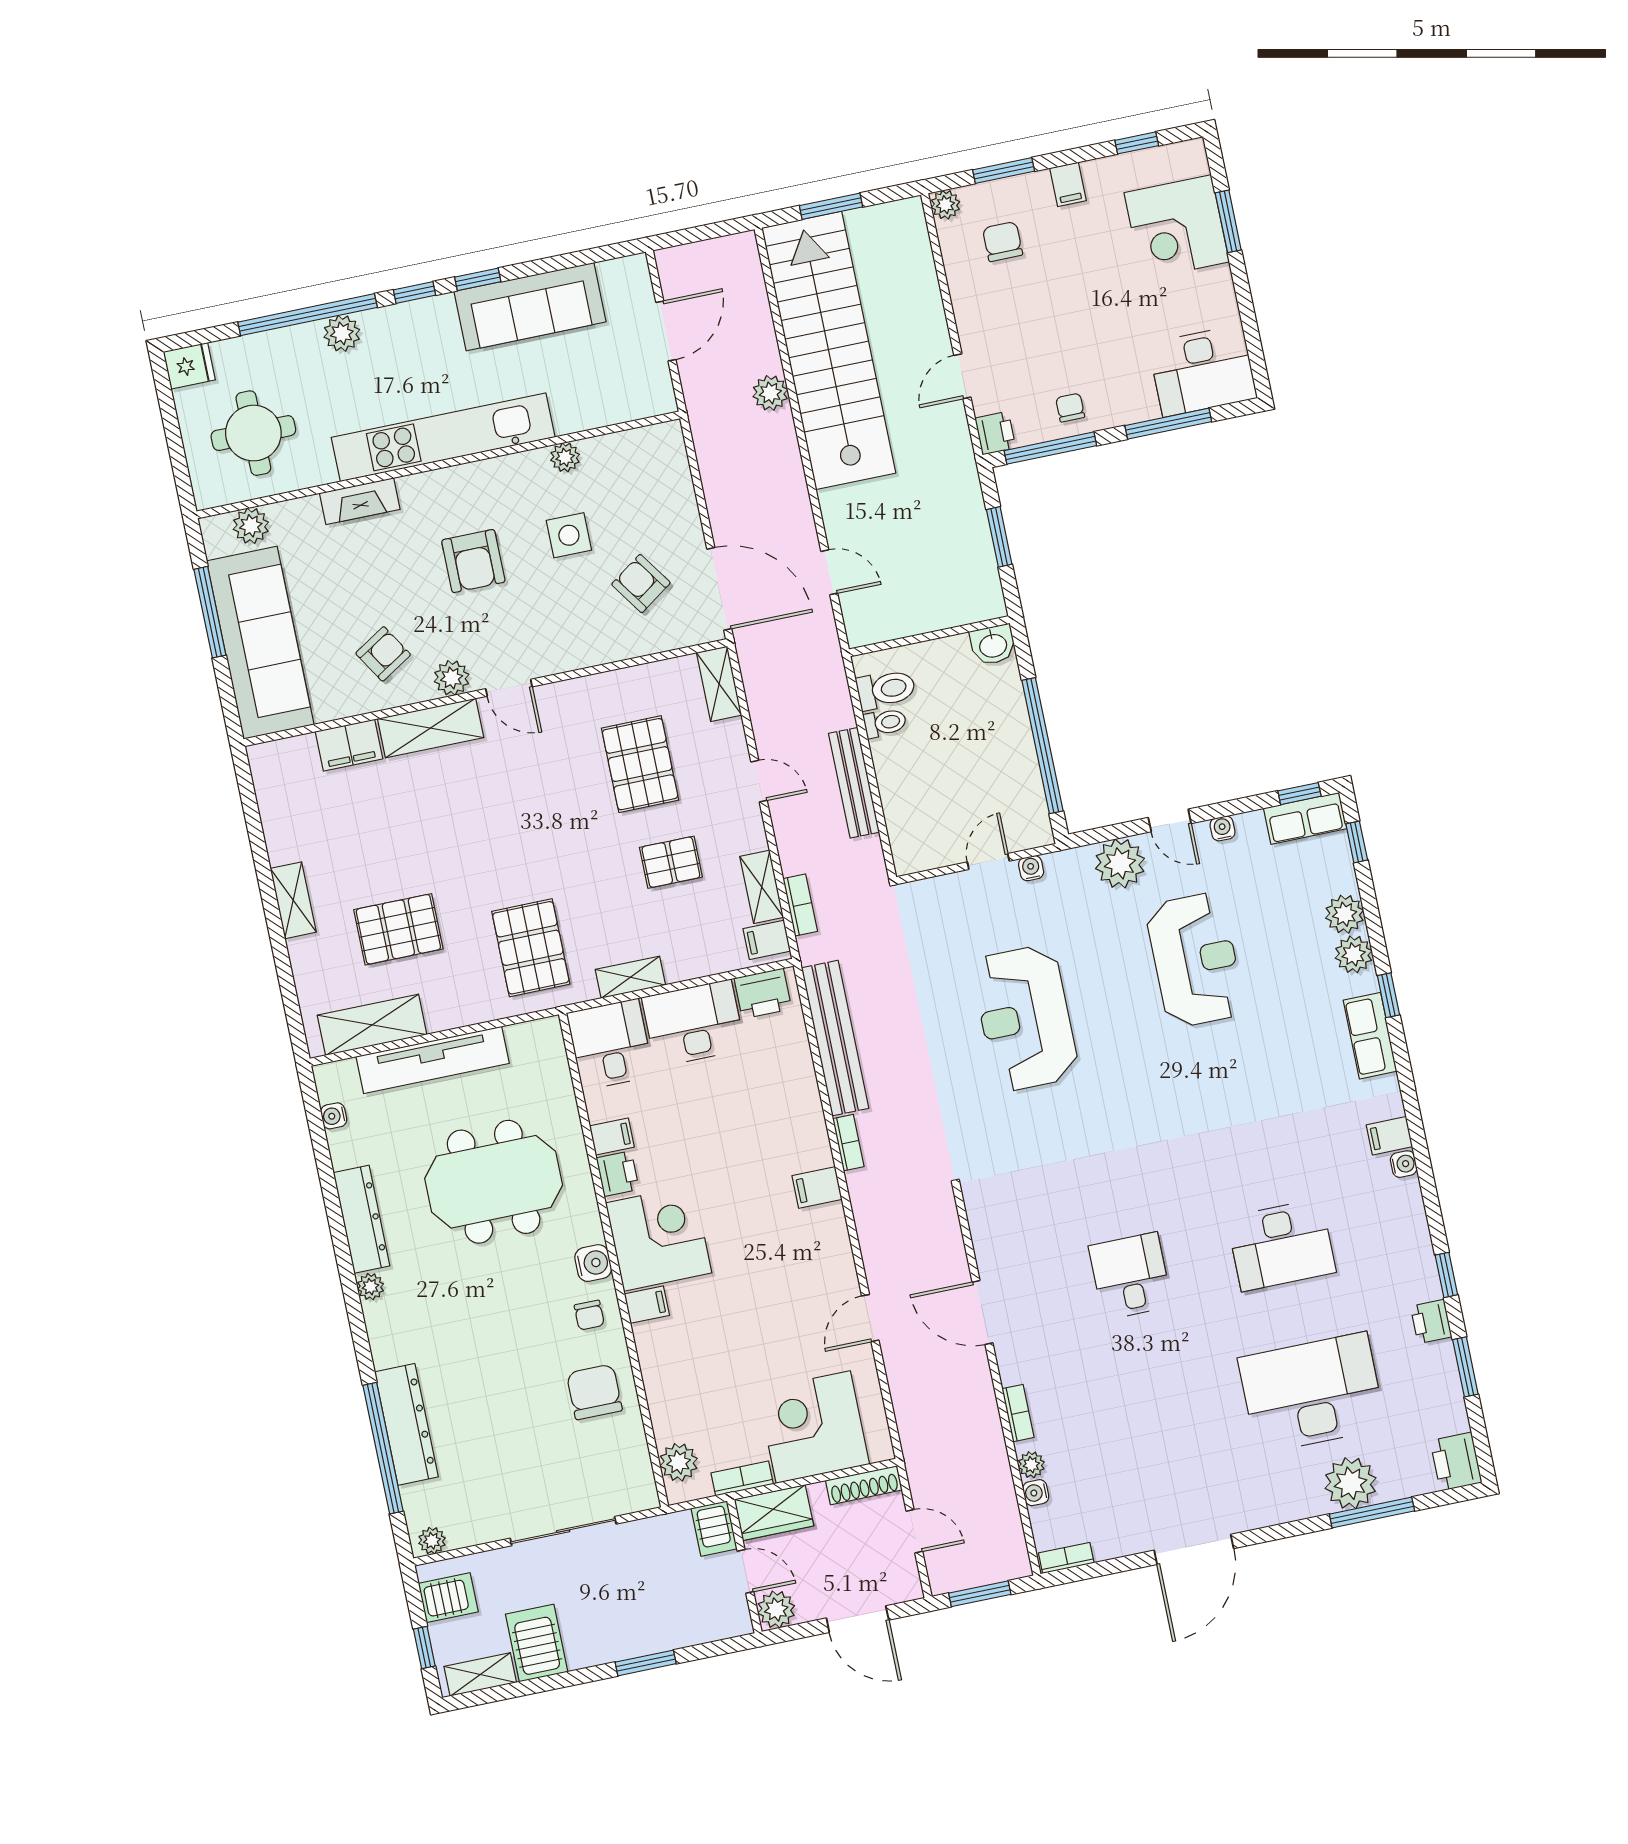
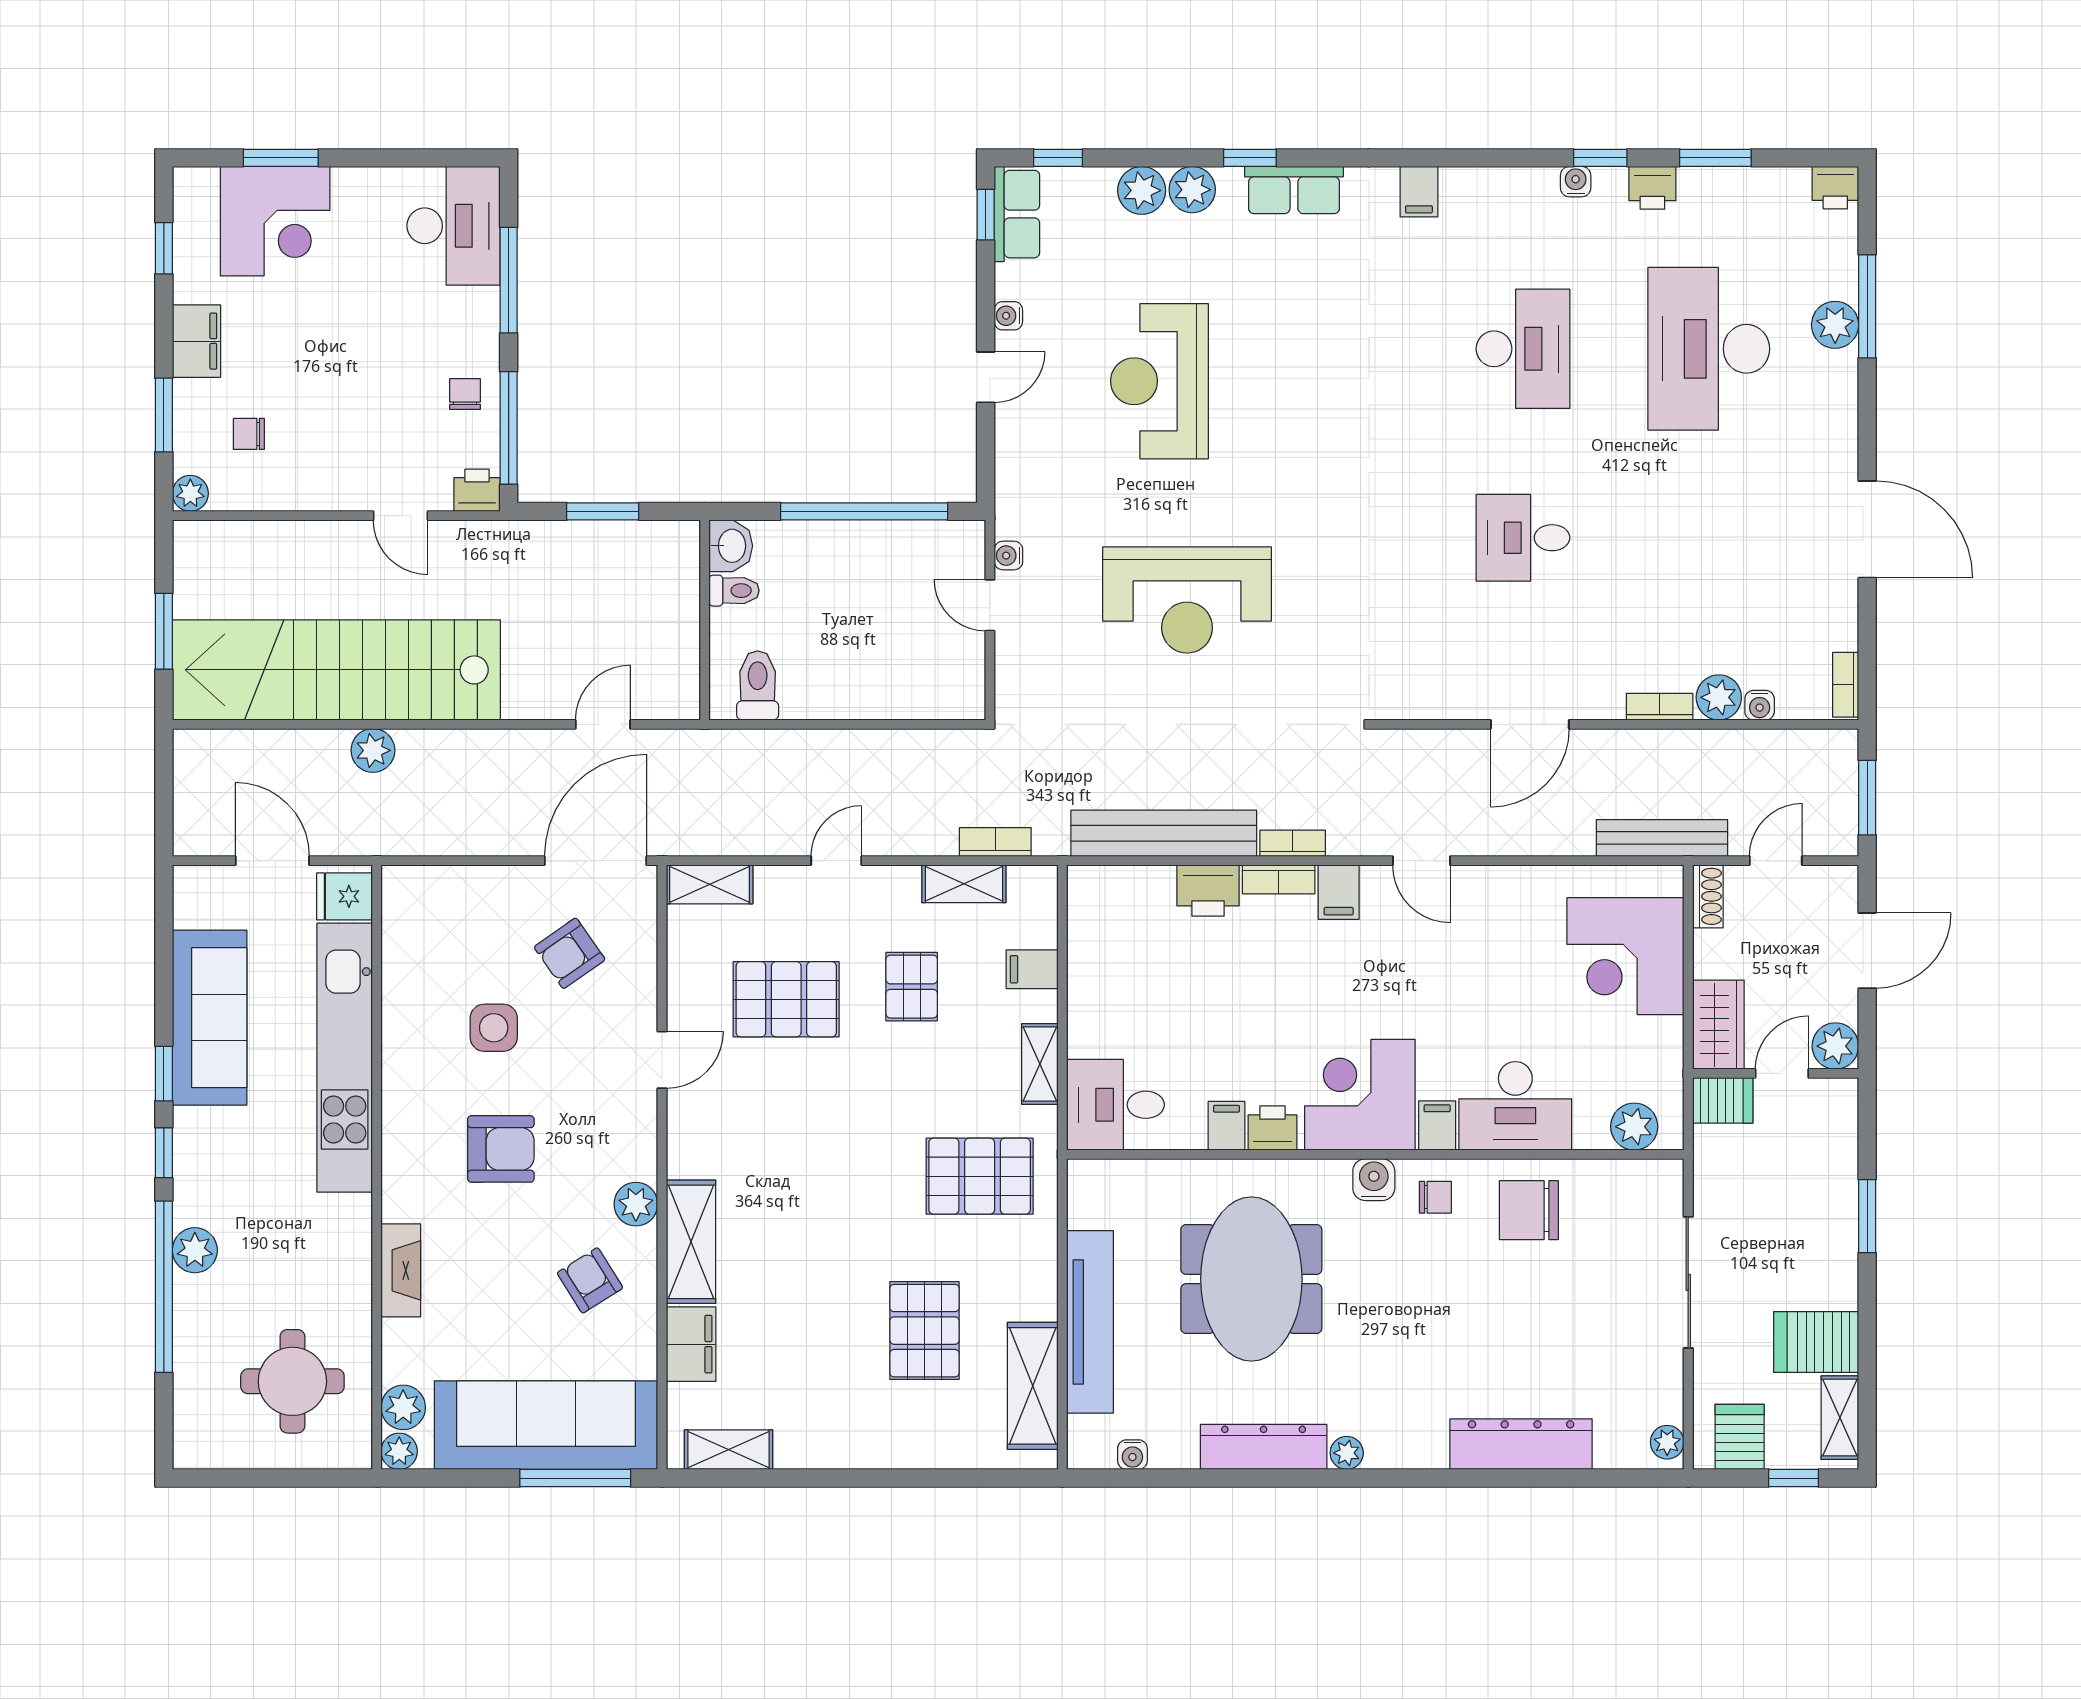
filing cabinet: (1068, 184) -> (196, 341), width x2.00
chair: (1003, 242) -> (249, 434), width x0.73, depth x0.73
fridge: (189, 366) -> (344, 896), moved, turned -90
chair: (1070, 408) -> (465, 394), turned 90
kitchen unit: (443, 437) -> (345, 1058), moved
plant: (565, 457) -> (399, 1451), moved
window: (210, 612) -> (575, 1478), moved
door: (509, 688) -> (662, 1060), moved
toilet: (885, 723) -> (734, 591), moved, turned 90
bench: (854, 783) -> (1662, 838), moved
plant: (1120, 863) -> (1025, 448), removed
shelving: (293, 900) -> (728, 1450), moved
filing cabinet: (767, 940) -> (1032, 969), moved, turned 90
reception desk: (1195, 960) -> (1159, 381), turned -90
printer: (763, 993) -> (1208, 890), moved, turned 90
desk: (693, 1023) -> (1515, 1106), moved, turned -90
water cooler: (1404, 1164) -> (1576, 182), moved
door: (870, 1318) -> (1421, 861), moved
window: (383, 1448) -> (1544, 1478), removed
printer: (1456, 1462) -> (1835, 188), width x0.73, depth x0.81
plant: (1031, 1465) -> (1719, 697), width x1.38, depth x1.38
bookcase: (742, 1478) -> (1279, 879), moved, turned -90
plant: (1351, 1483) -> (1835, 325), width x0.73, depth x0.73
shoe rack: (864, 1485) -> (1708, 896), width x0.70

